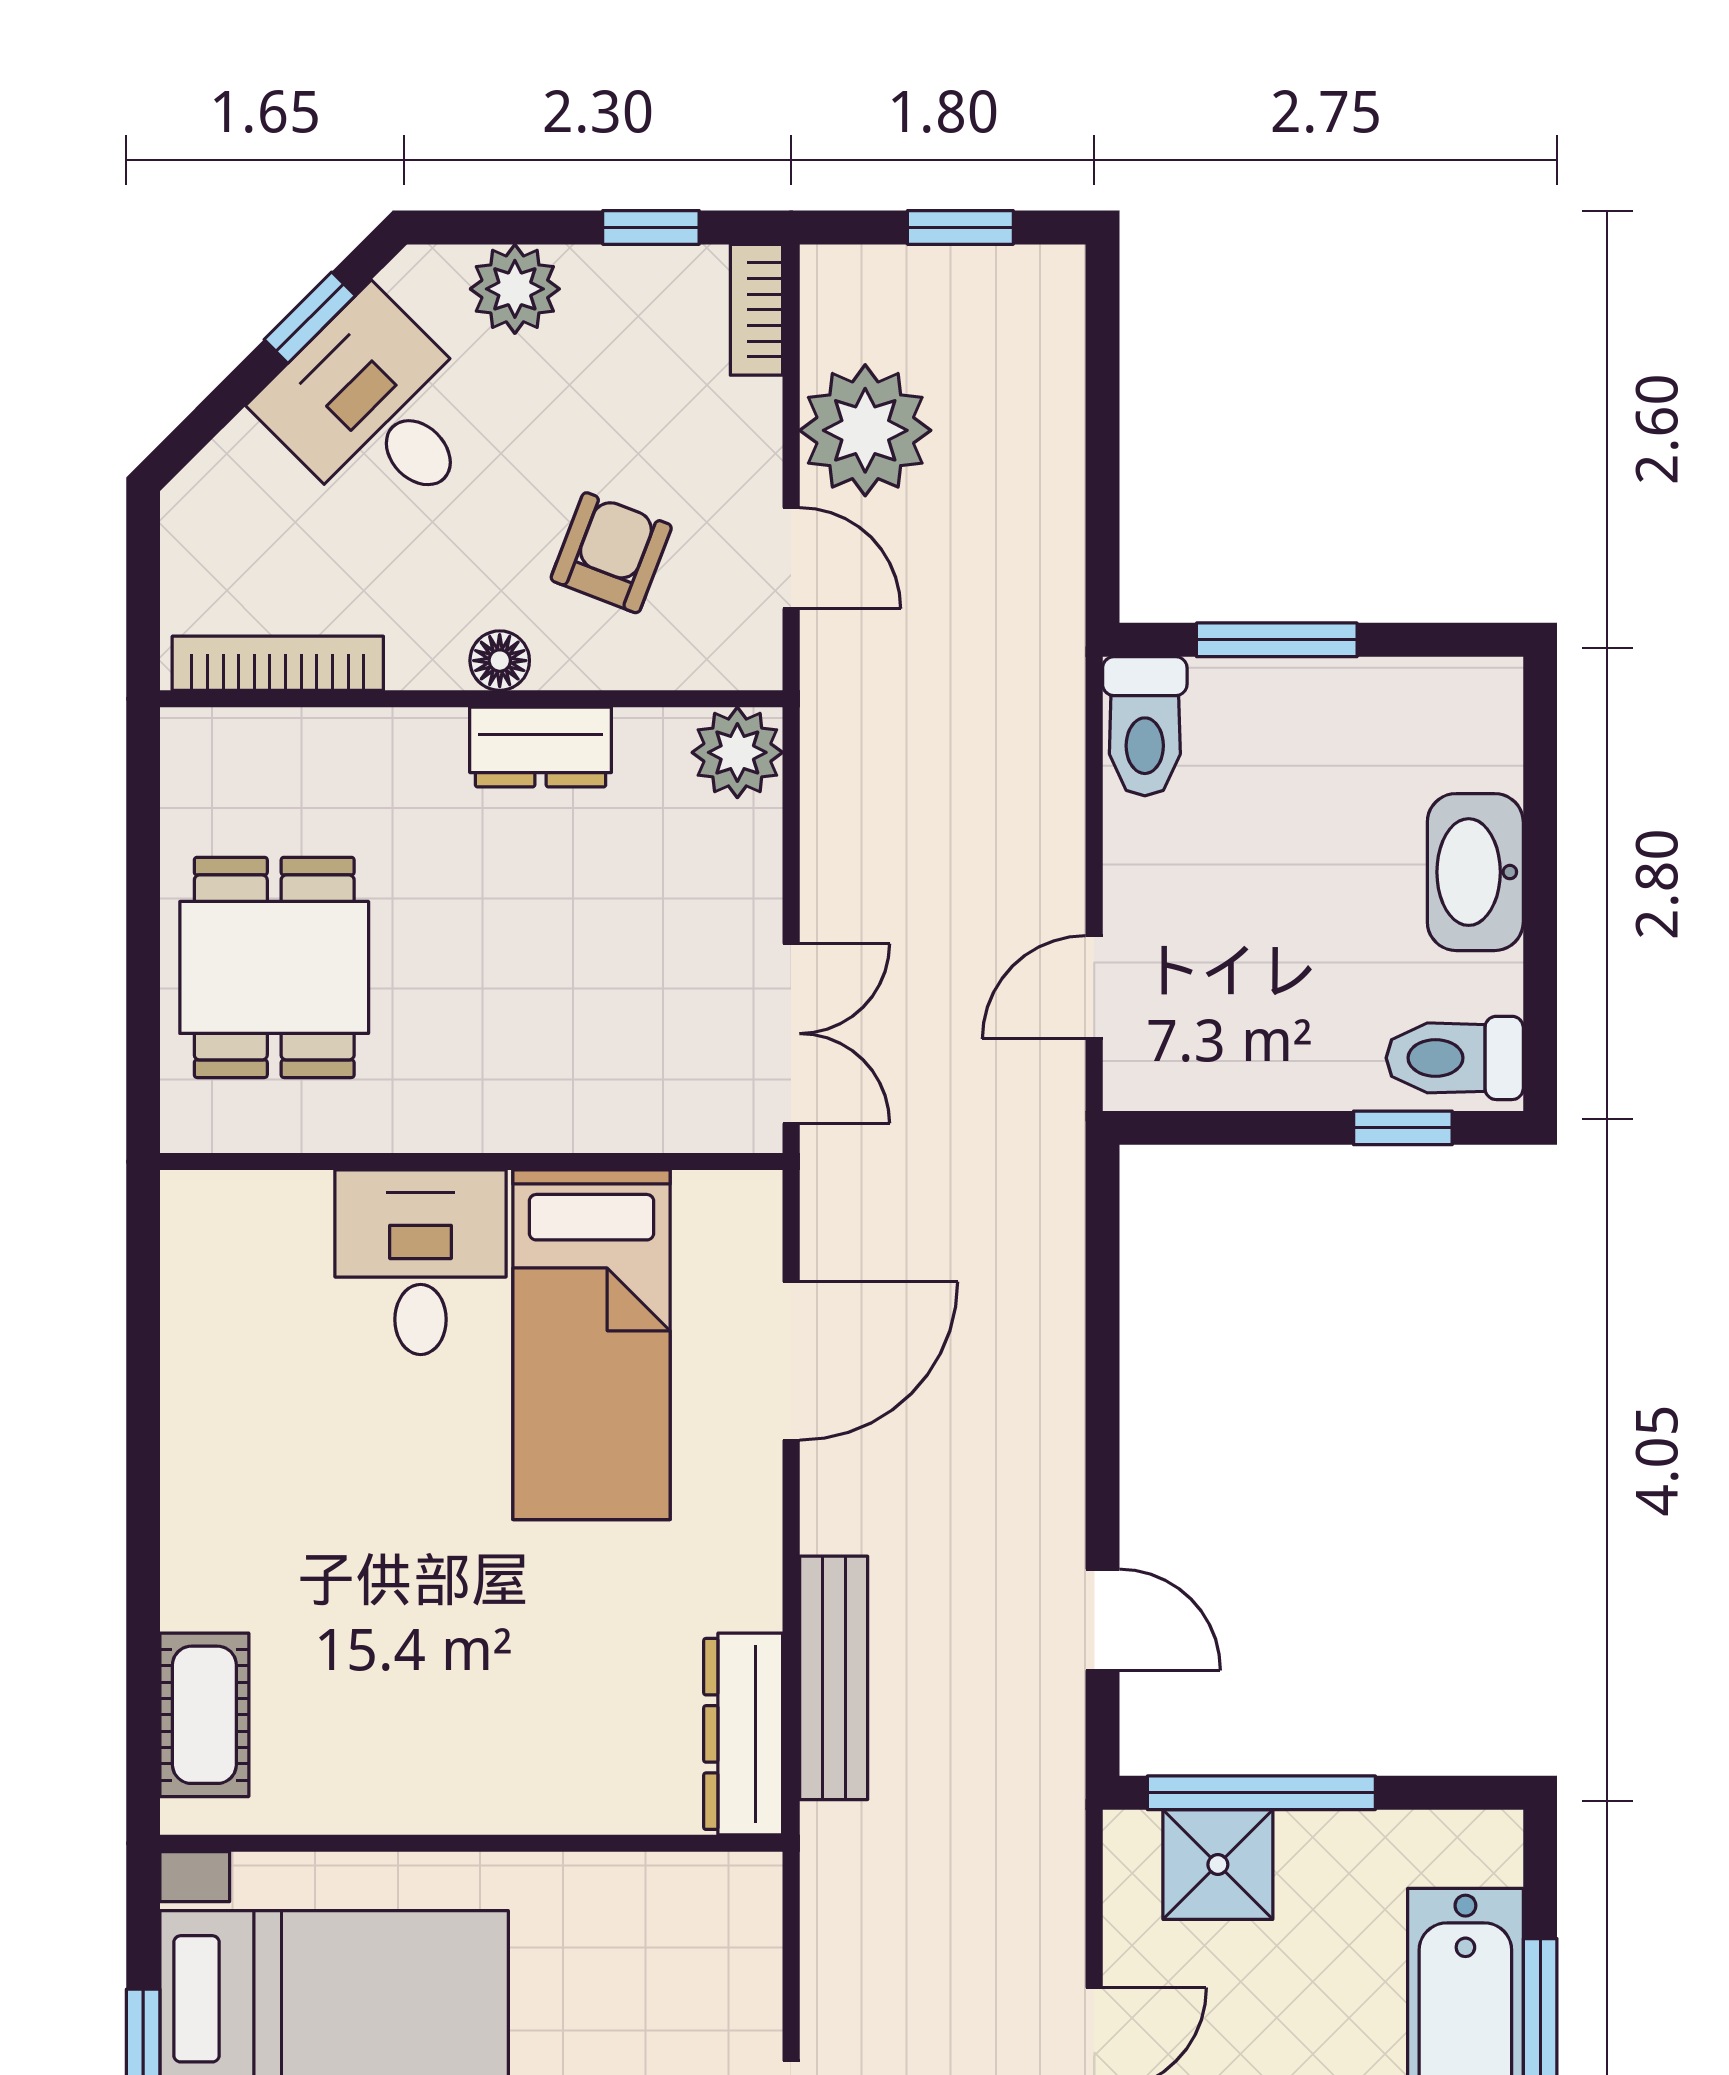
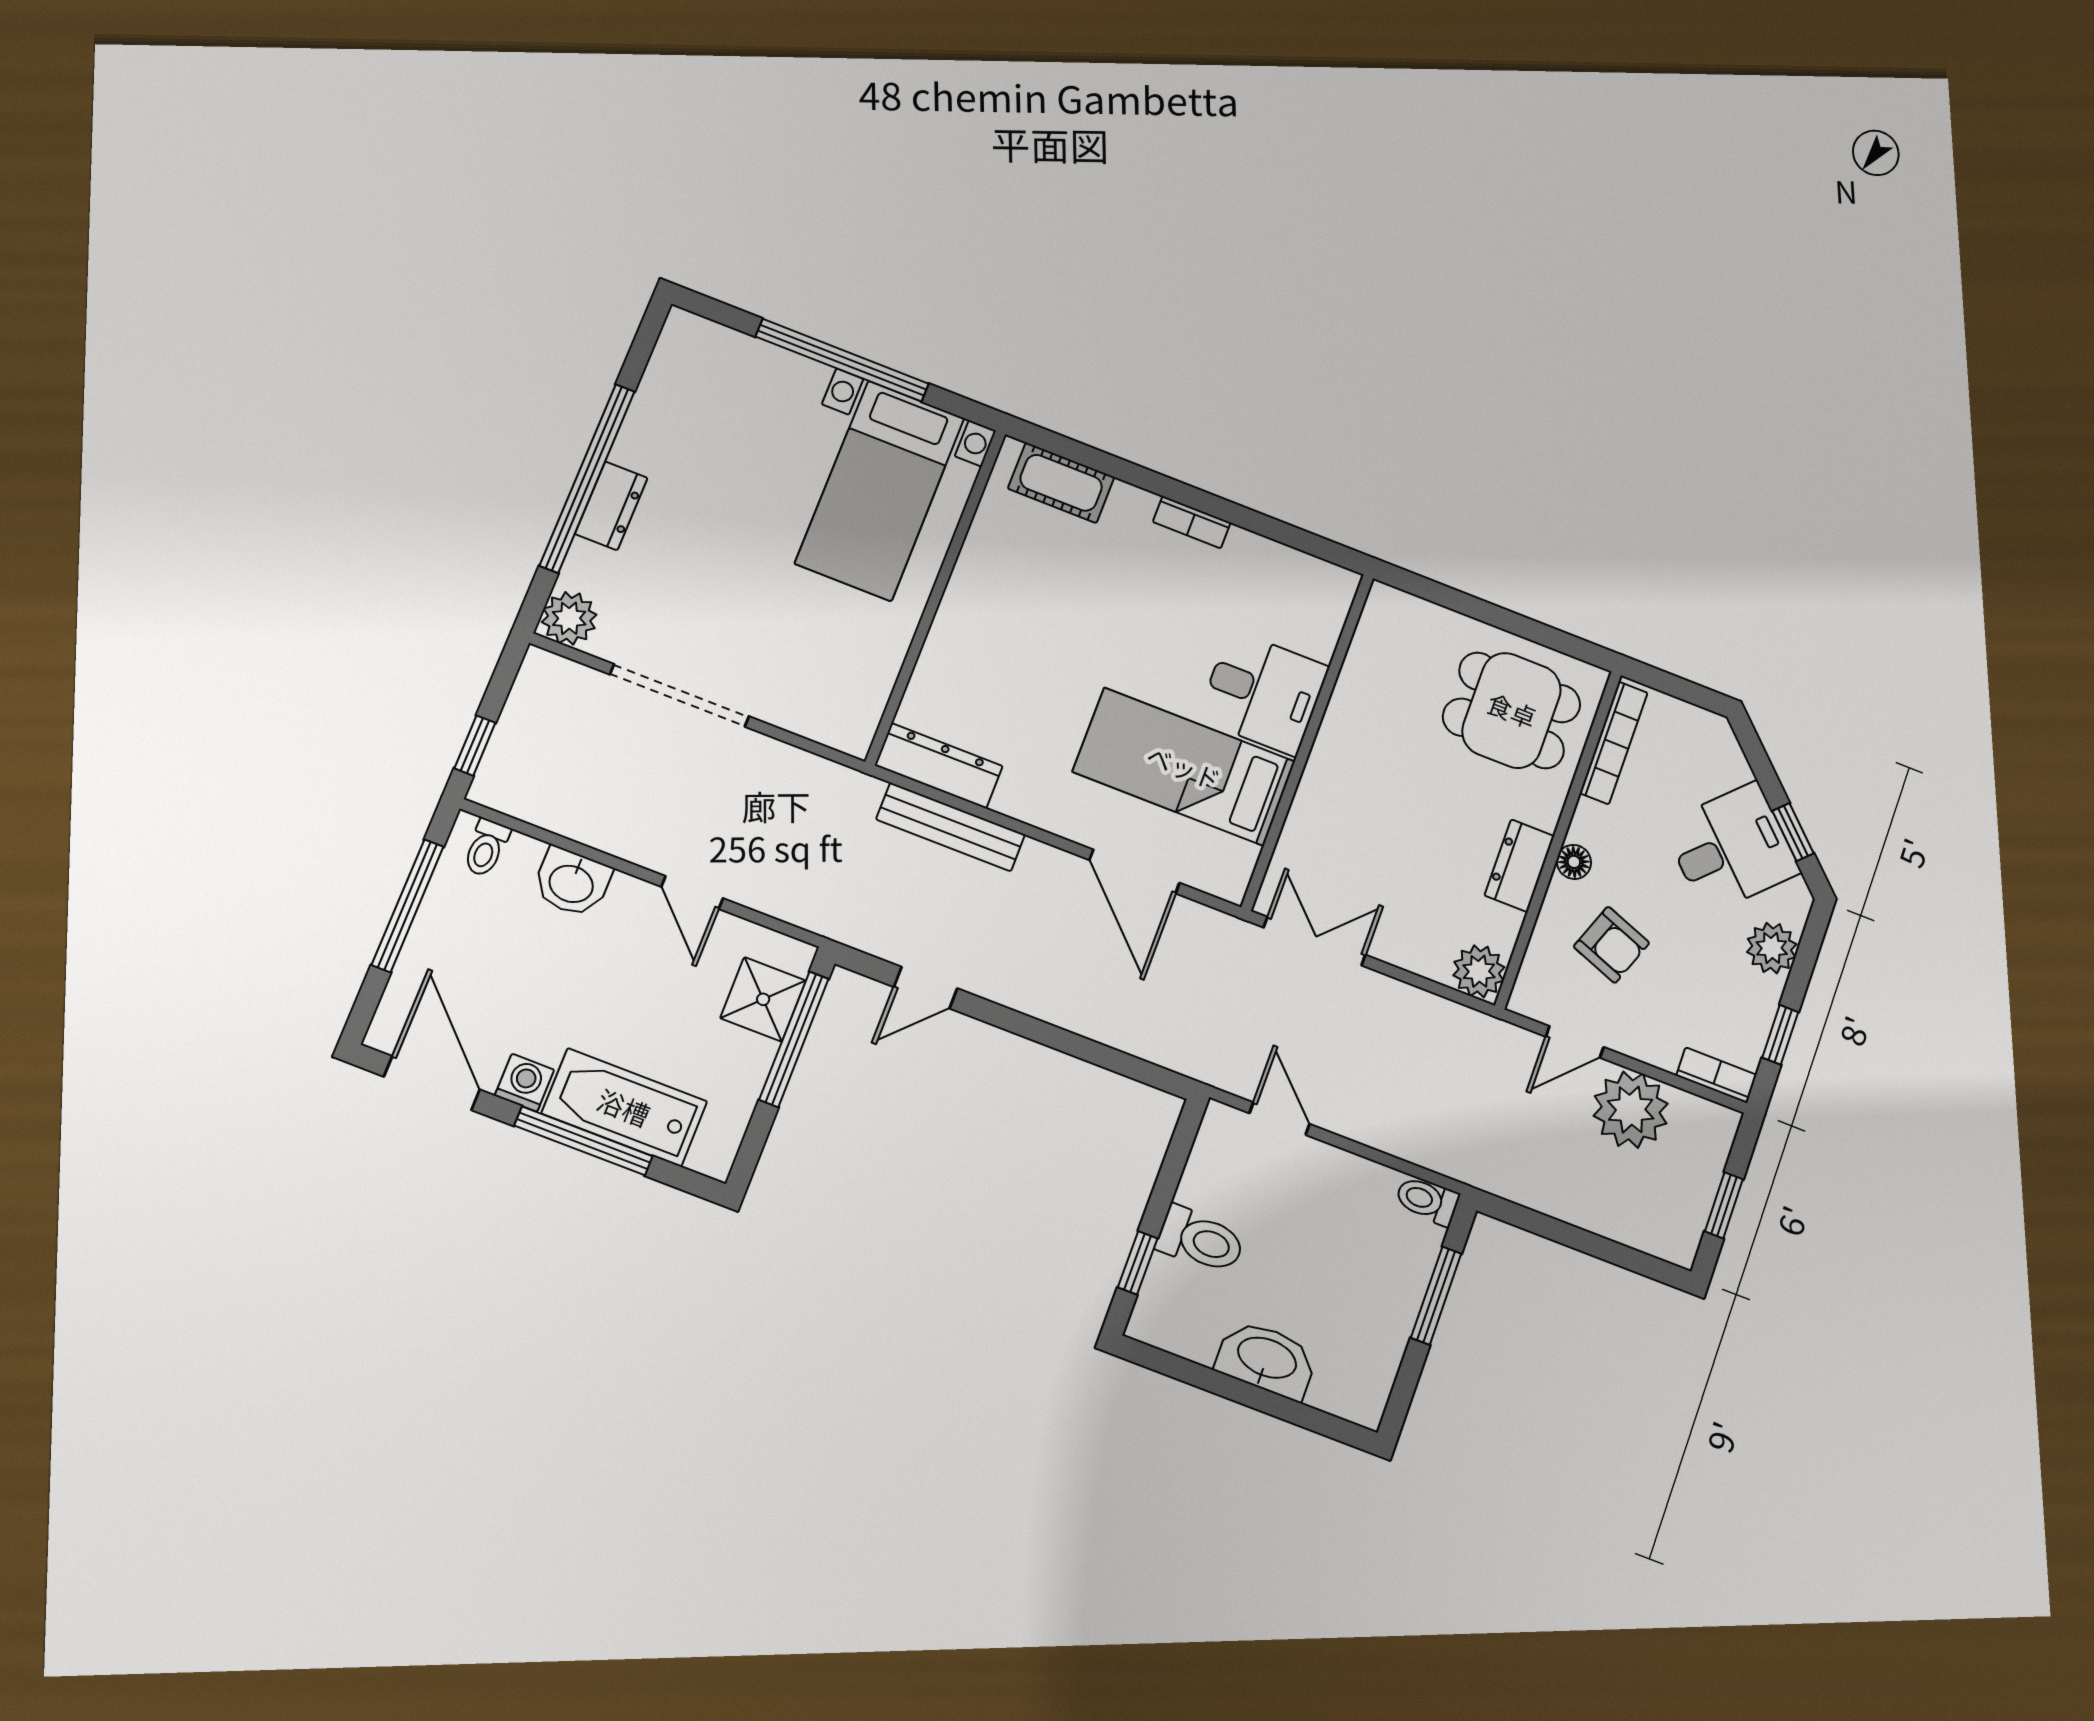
toilet: (1145, 726) -> (1427, 1200), width x0.73, depth x0.72
dining table: (274, 967) -> (1512, 710), moved
double door: (791, 1034) -> (1315, 941), swing flipped
toilet: (1455, 1058) -> (1201, 1240), moved, turned 90
bookcase: (185, 1480) -> (1192, 522), added

